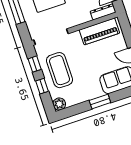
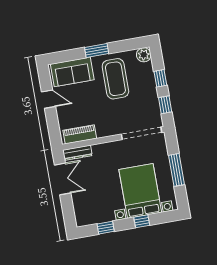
piano: (99, 31) -> (80, 134), width x0.73, depth x0.75
coffee table: (60, 70) -> (115, 79), moved

